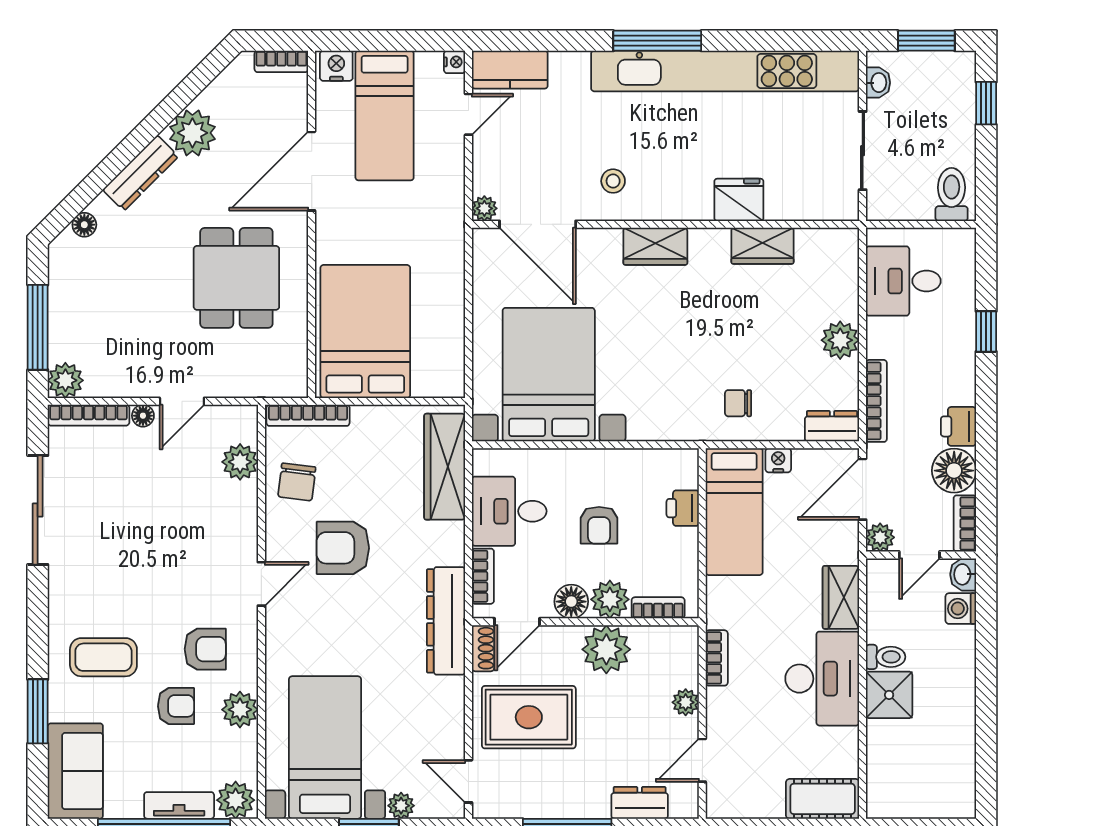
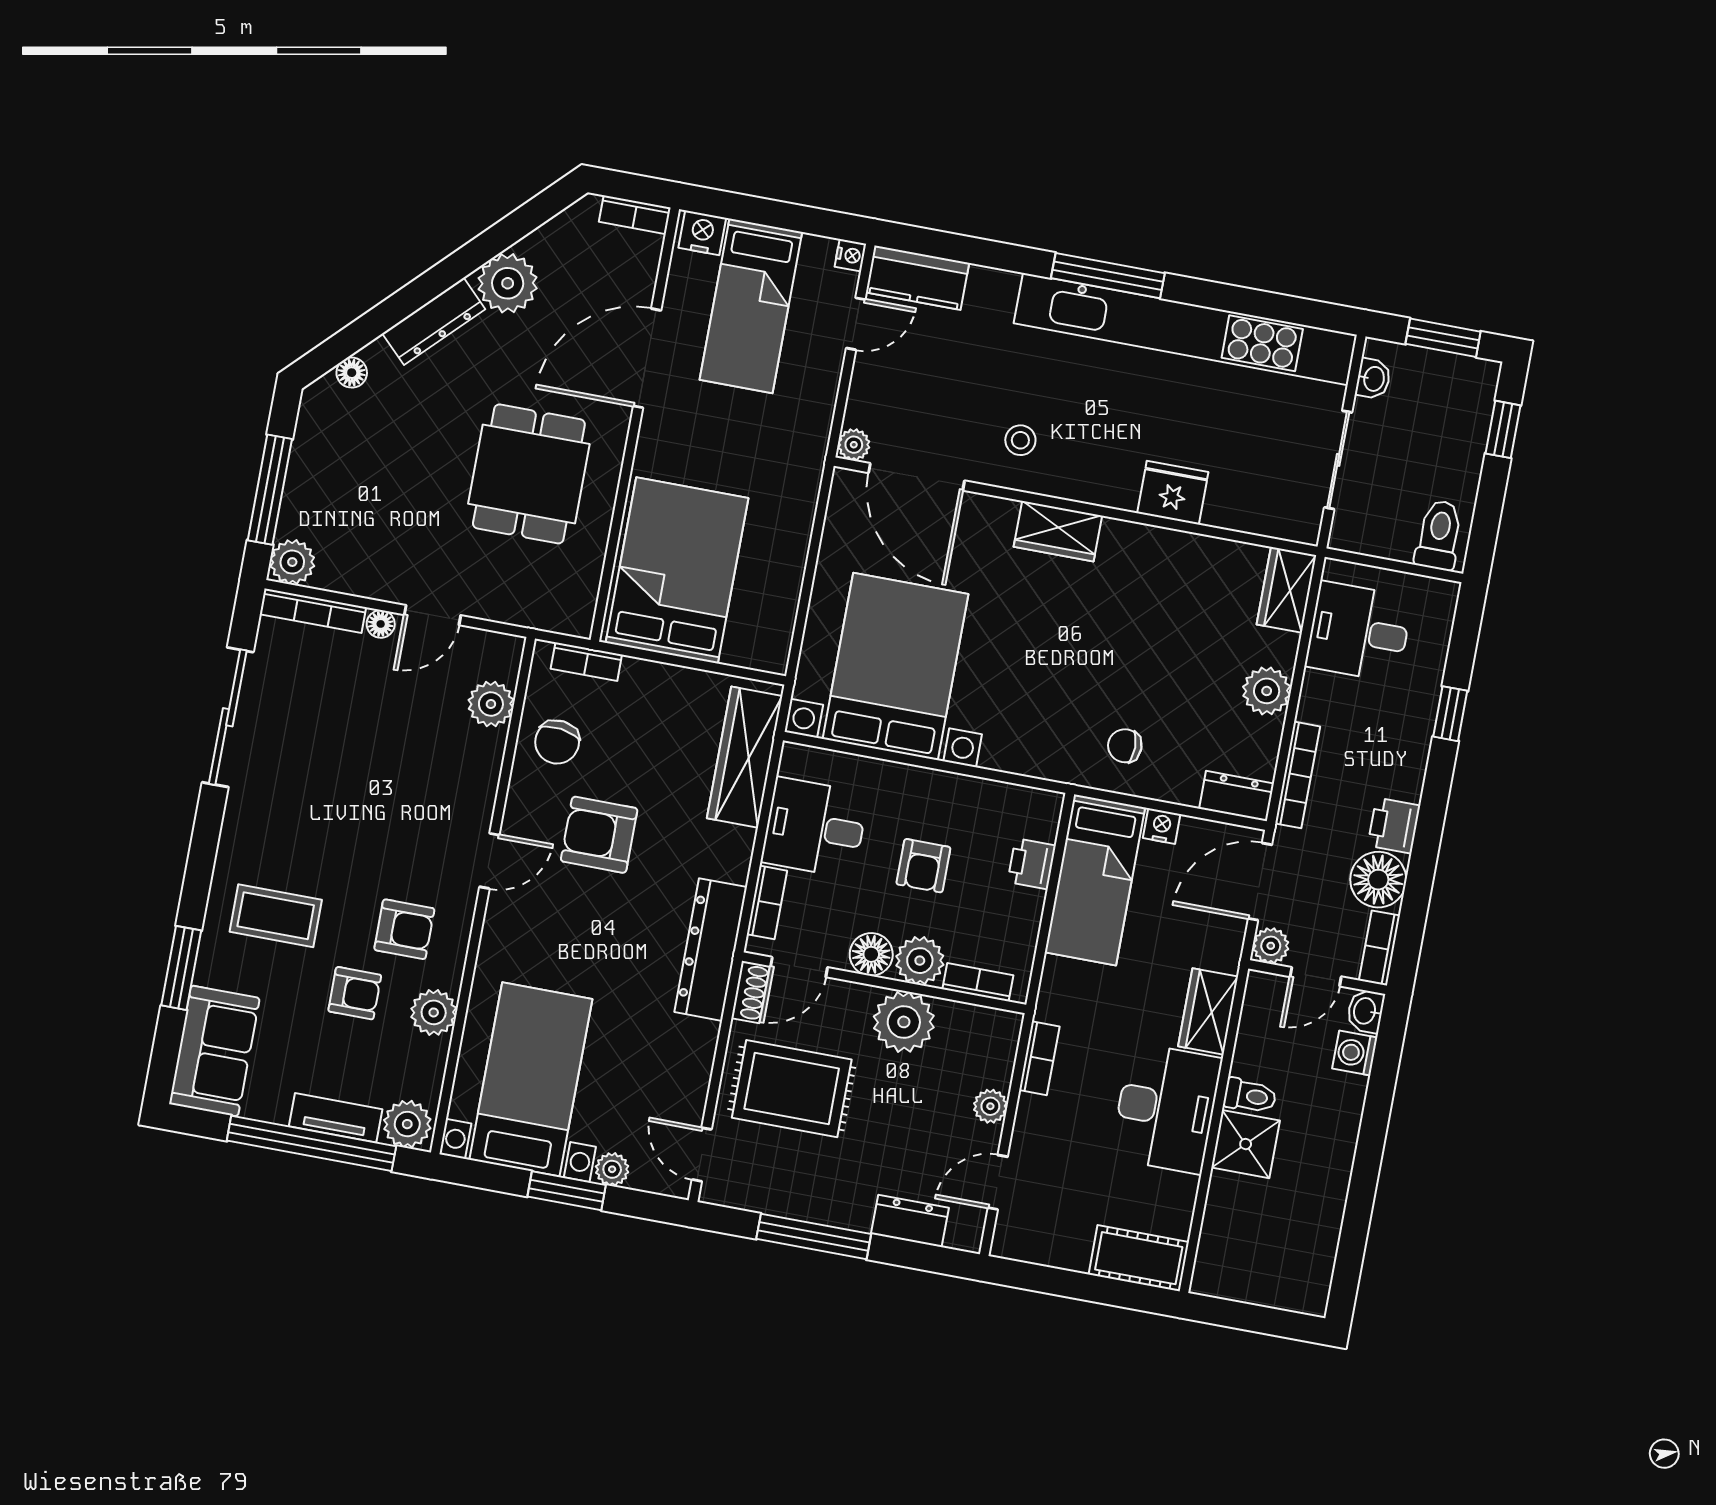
wardrobe: (762, 246) -> (1286, 590), moved, turned 90
bookcase: (308, 415) -> (586, 662), width x0.64

